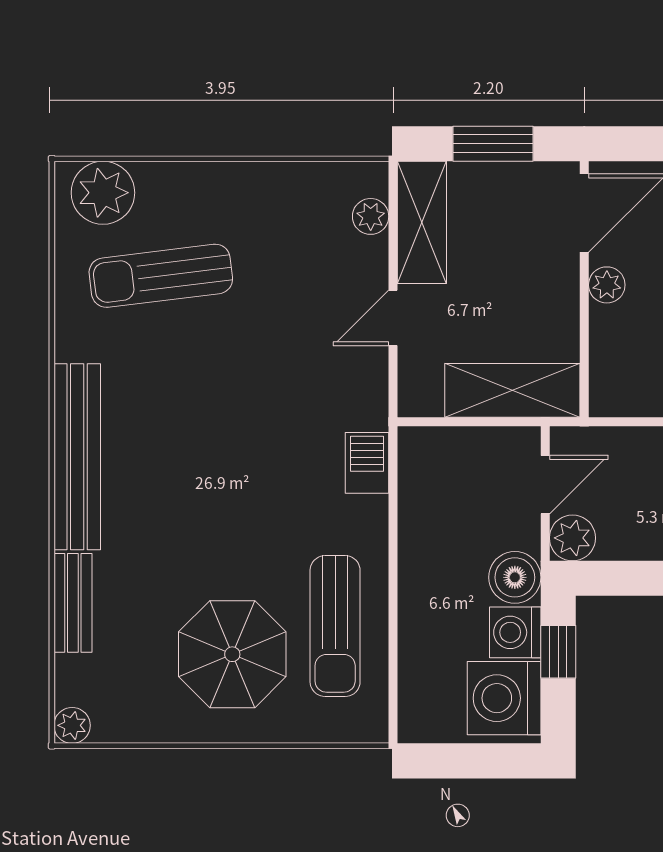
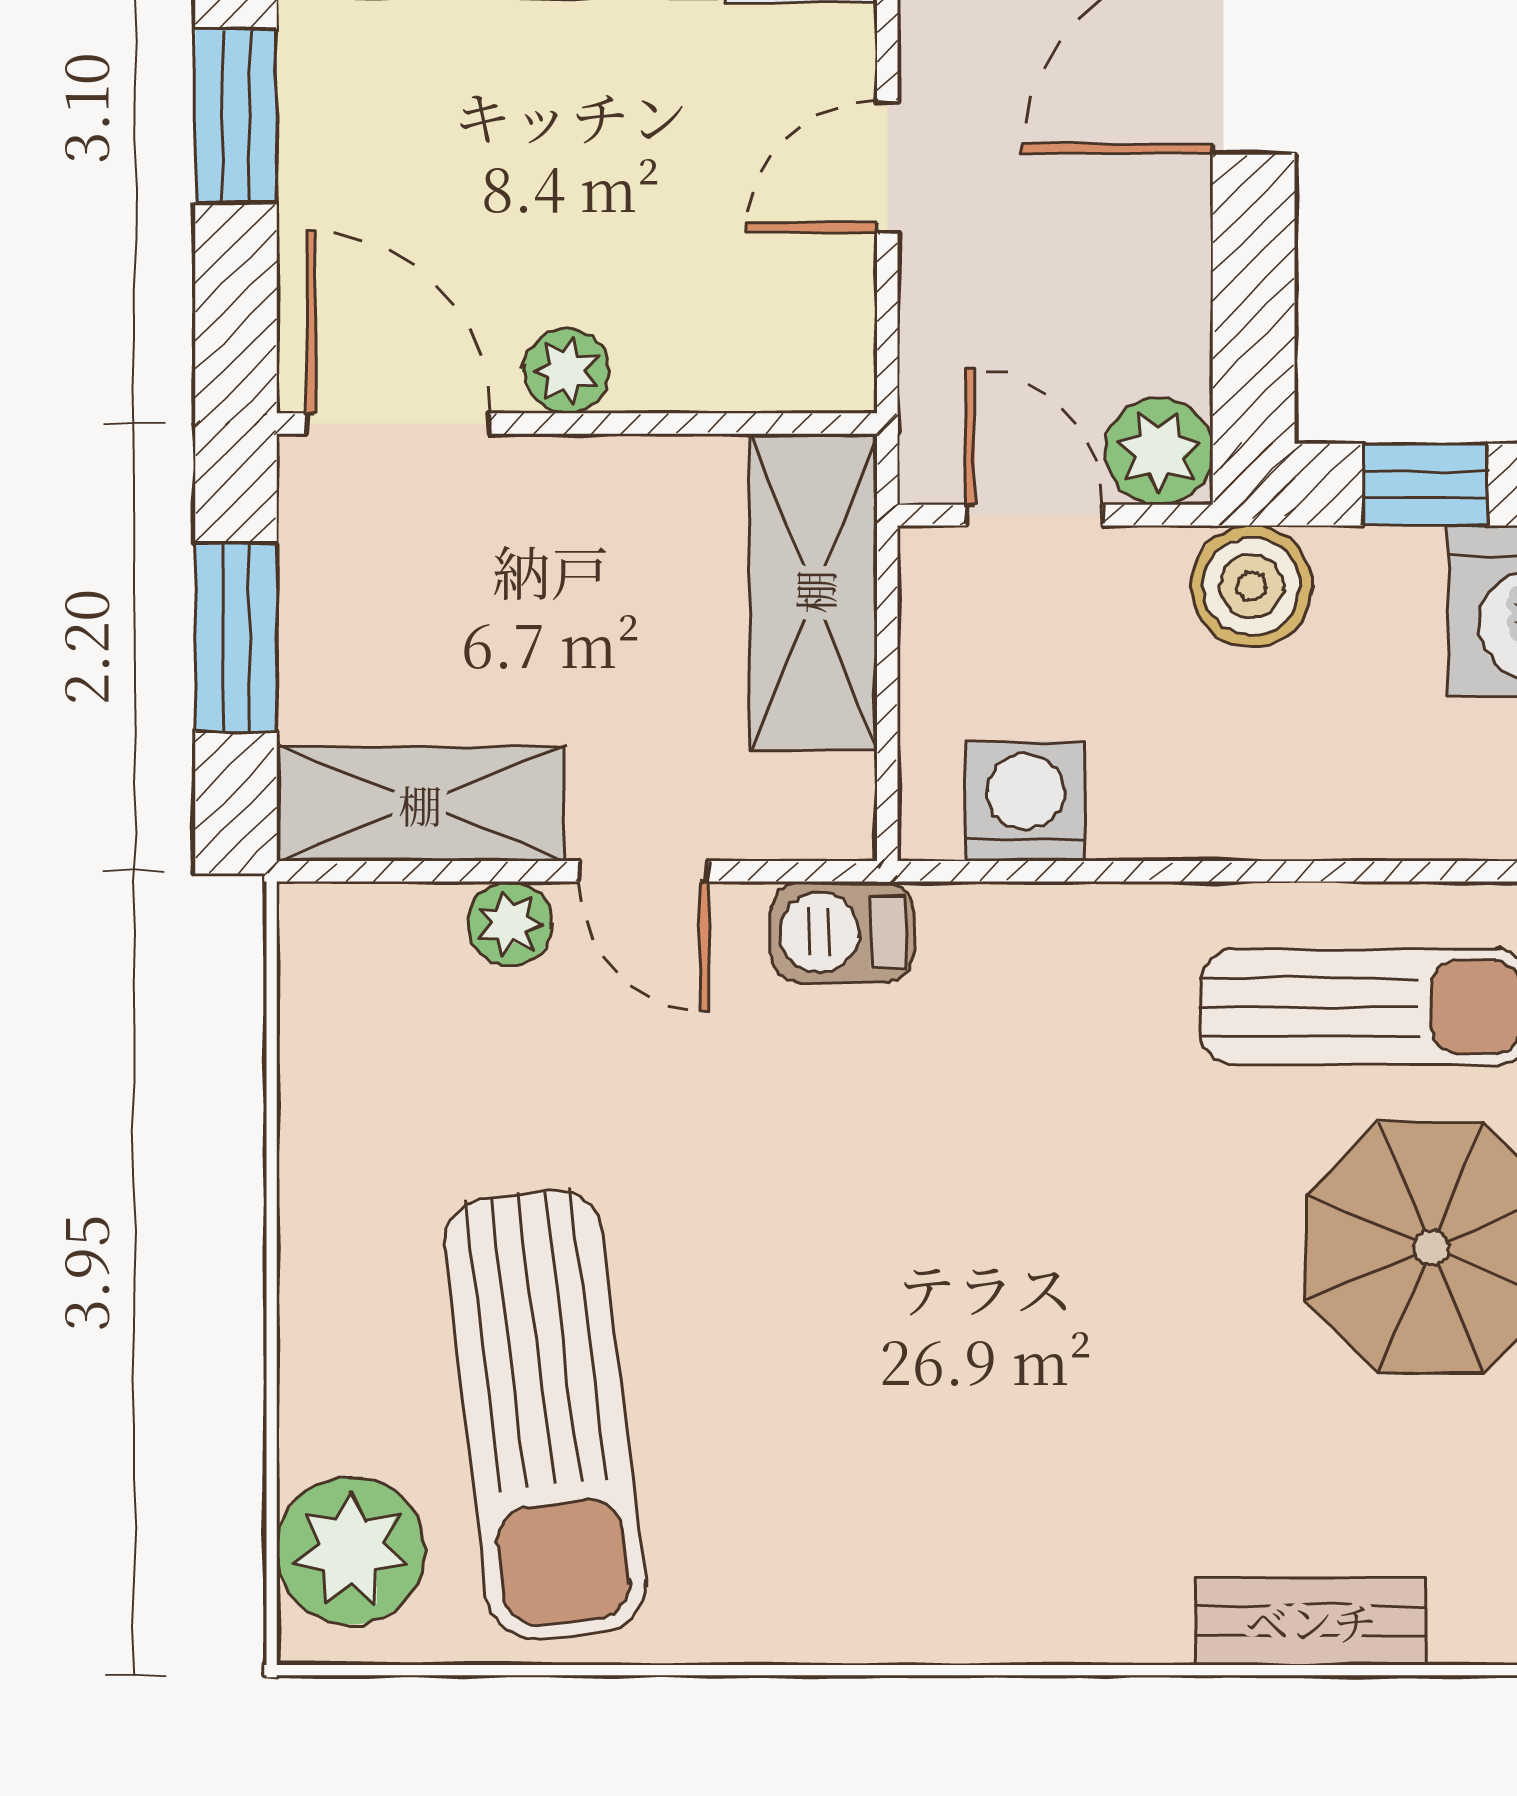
plant: (371, 216) -> (510, 924), moved
sun lounger: (161, 276) -> (545, 1415), width x1.36, depth x1.34
bench: (77, 457) -> (969, 1611), removed
barbecue: (367, 463) -> (842, 932), moved
washing machine: (515, 632) -> (1025, 801), moved, turned 180

